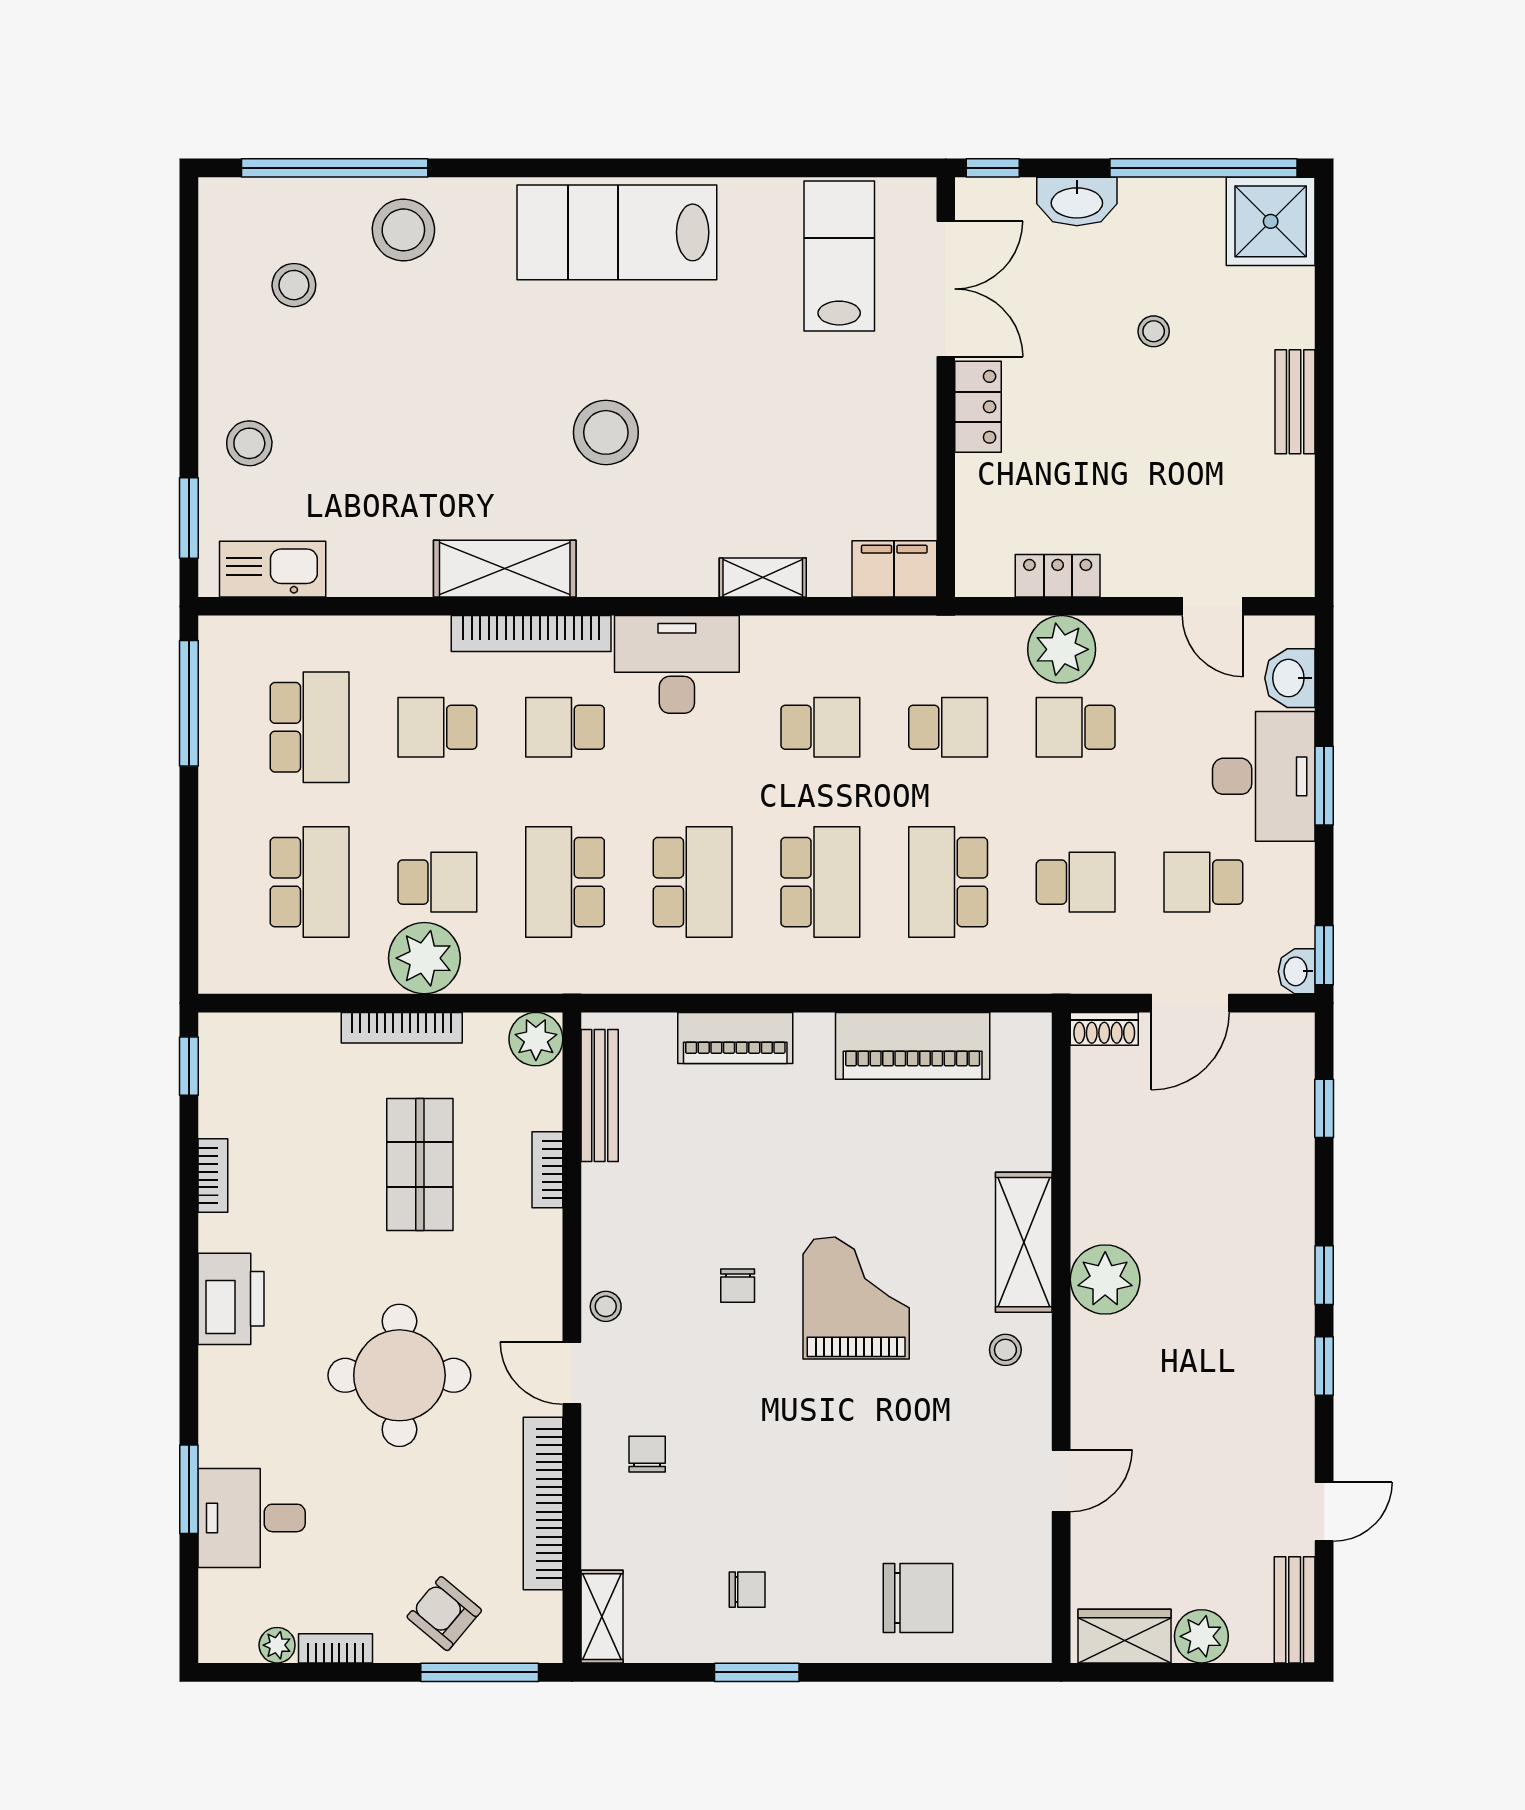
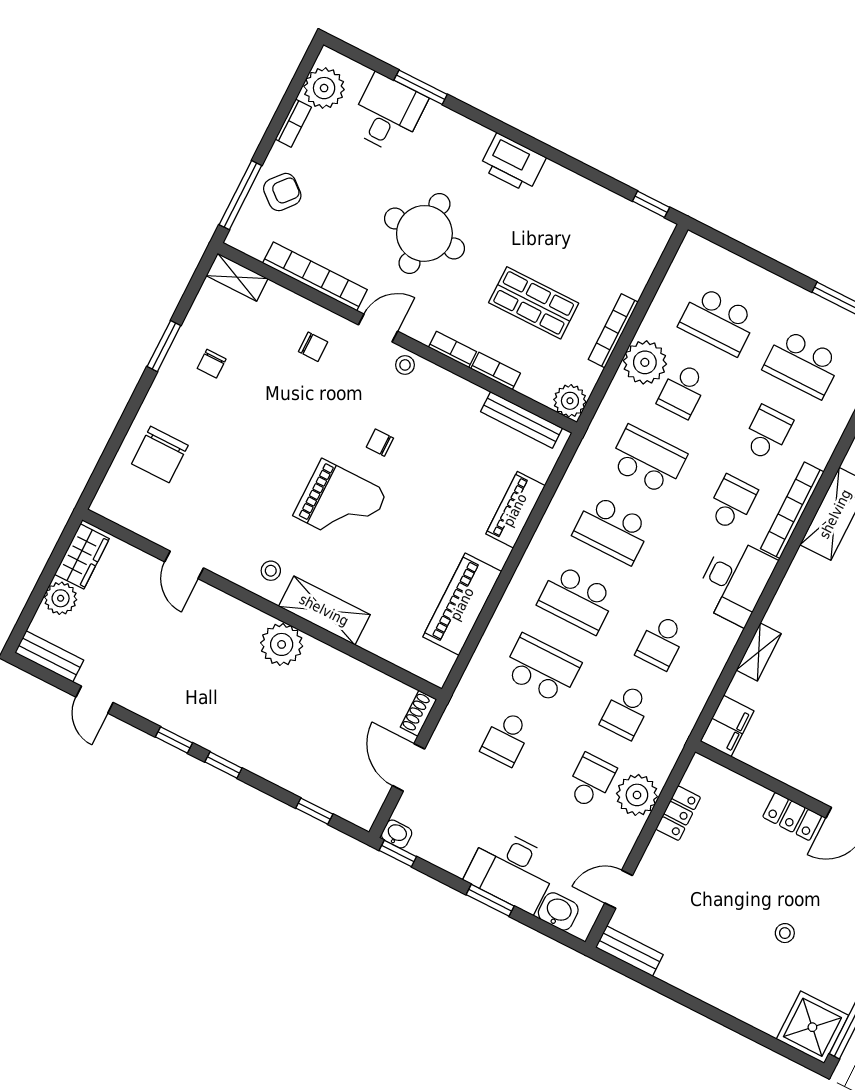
bench: (1295, 402) -> (629, 951), moved
school desk: (1203, 882) -> (471, 808), removed
bookcase: (213, 1176) -> (452, 349), moved, turned 180
plant: (277, 1645) -> (324, 88), width x1.88, depth x1.88

